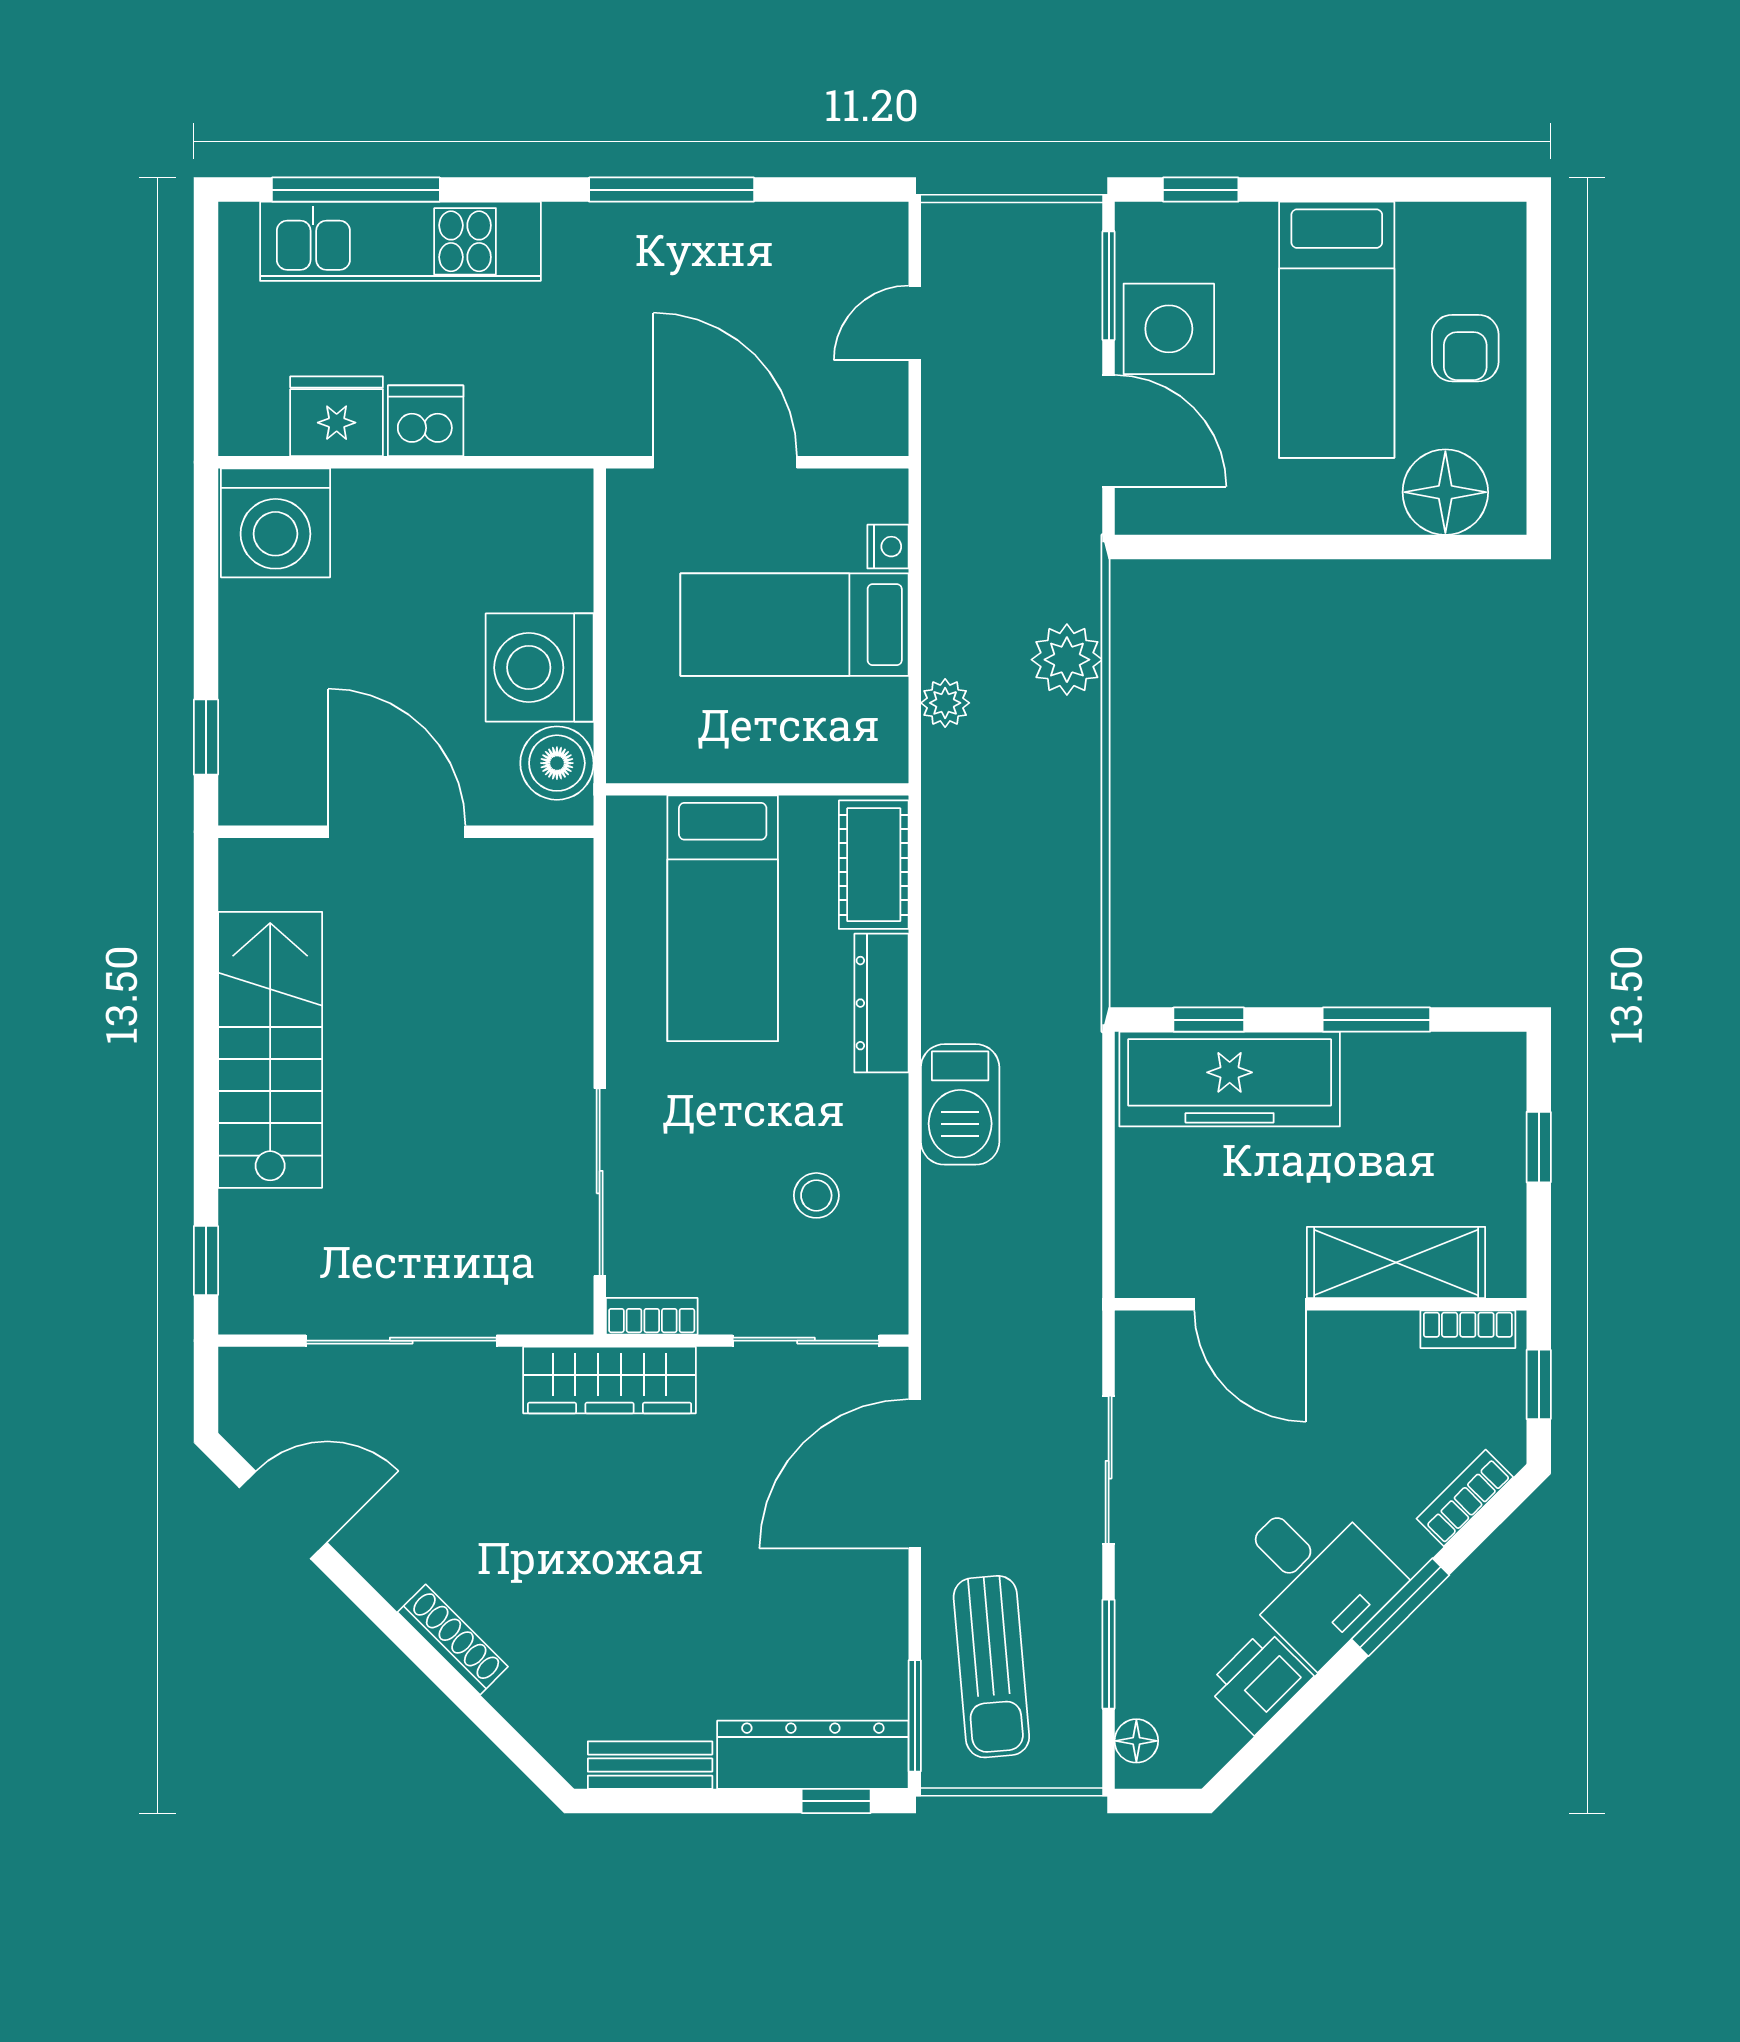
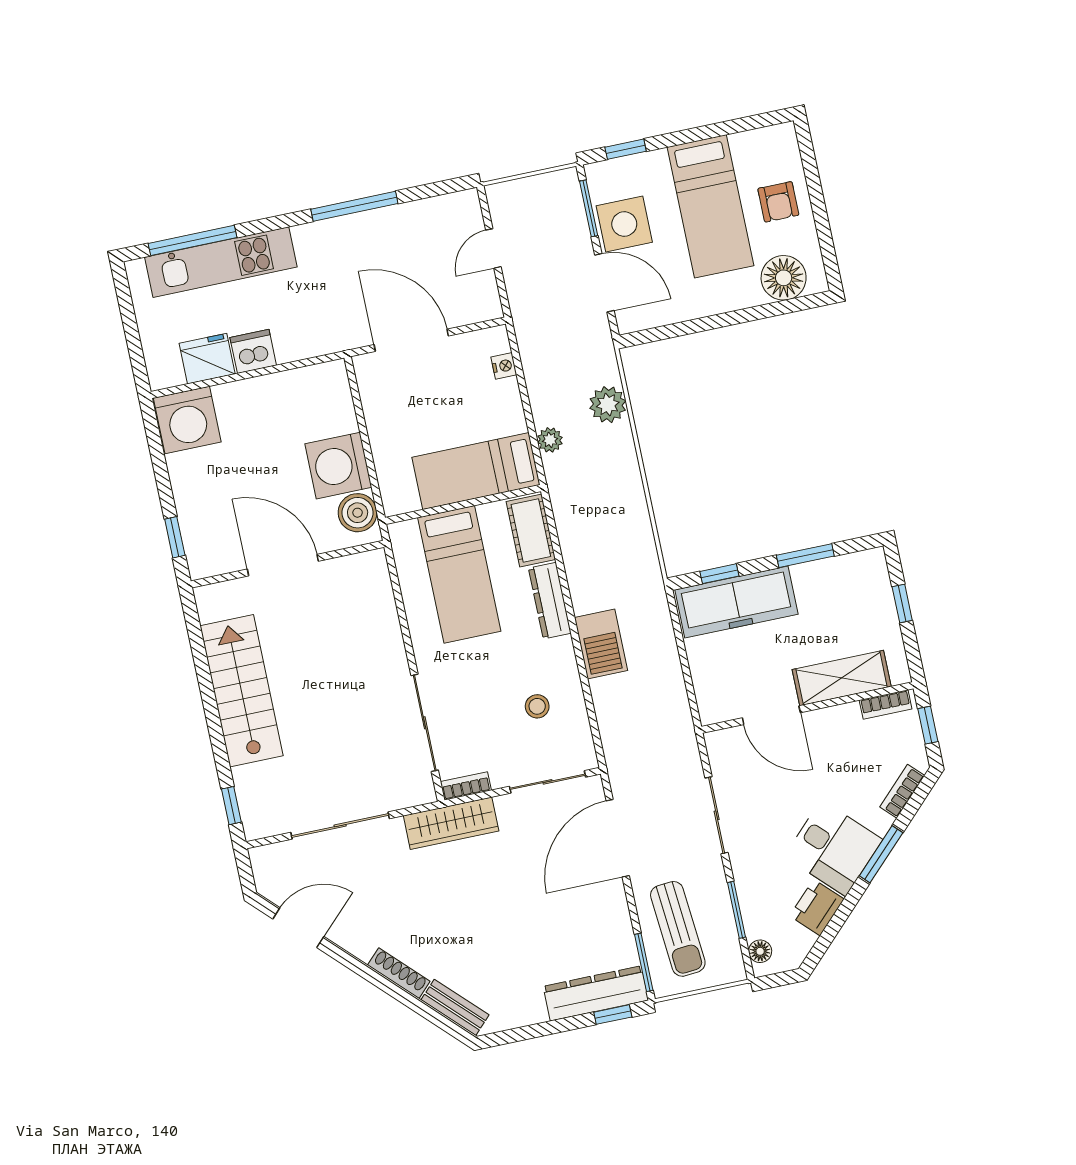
bed: (795, 625) -> (476, 471), moved
bench: (650, 1765) -> (455, 1007), moved, turned 45

